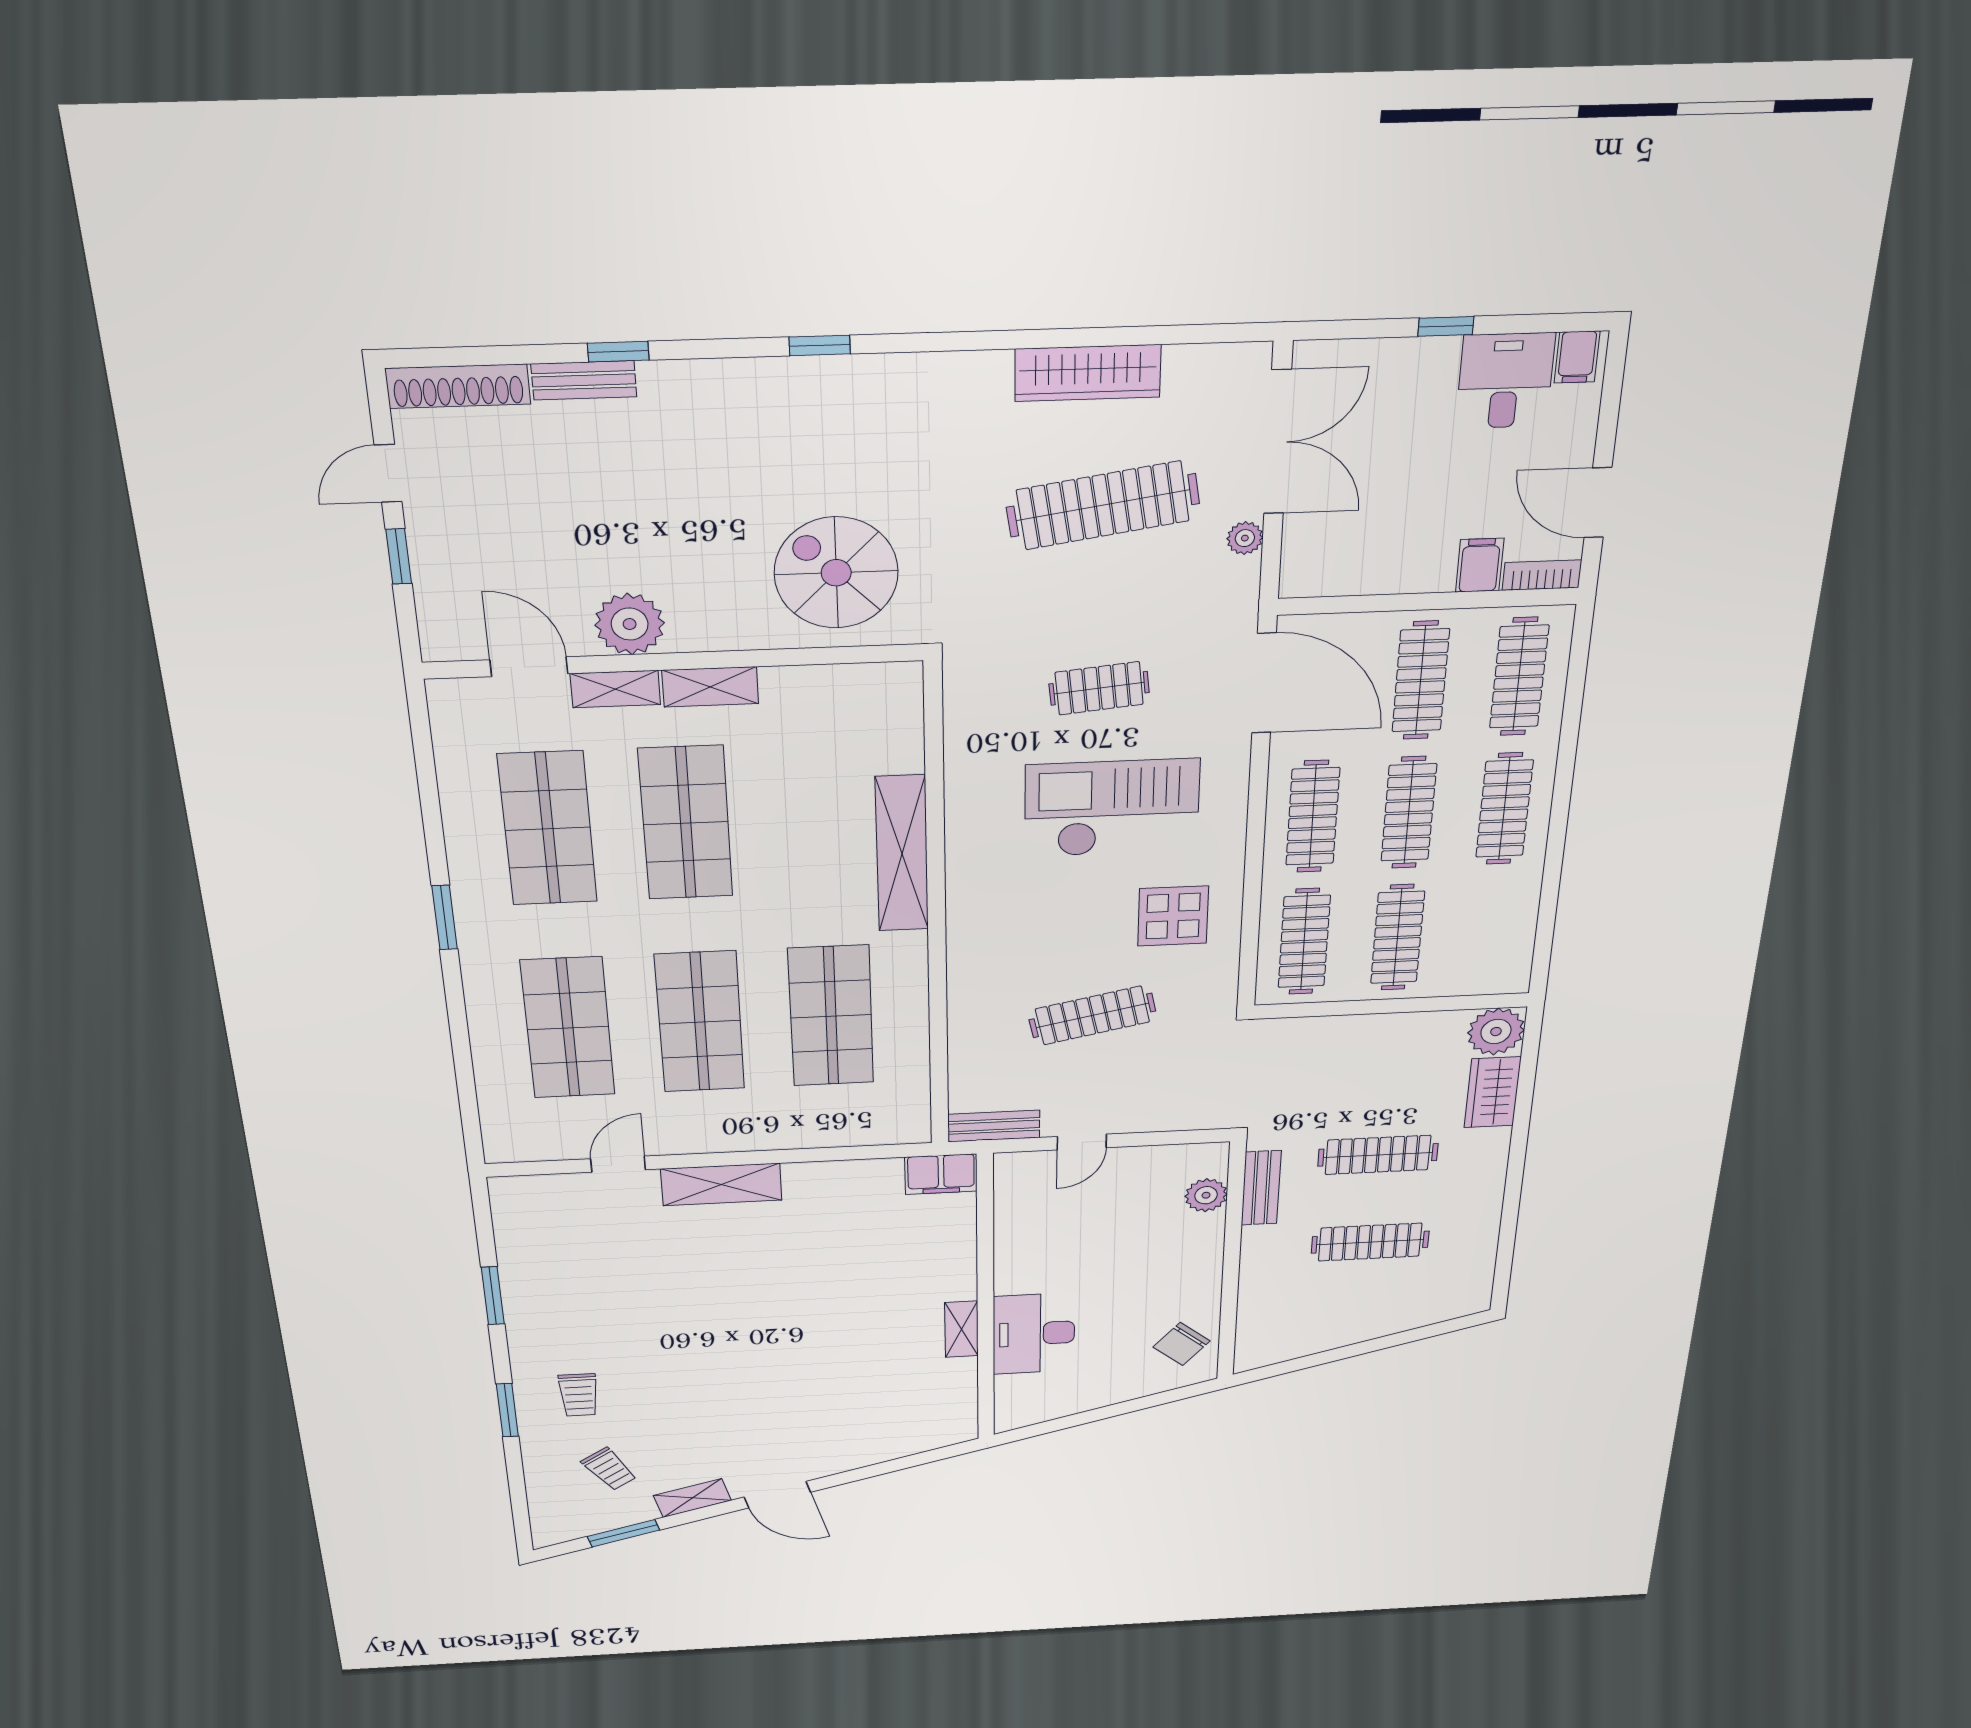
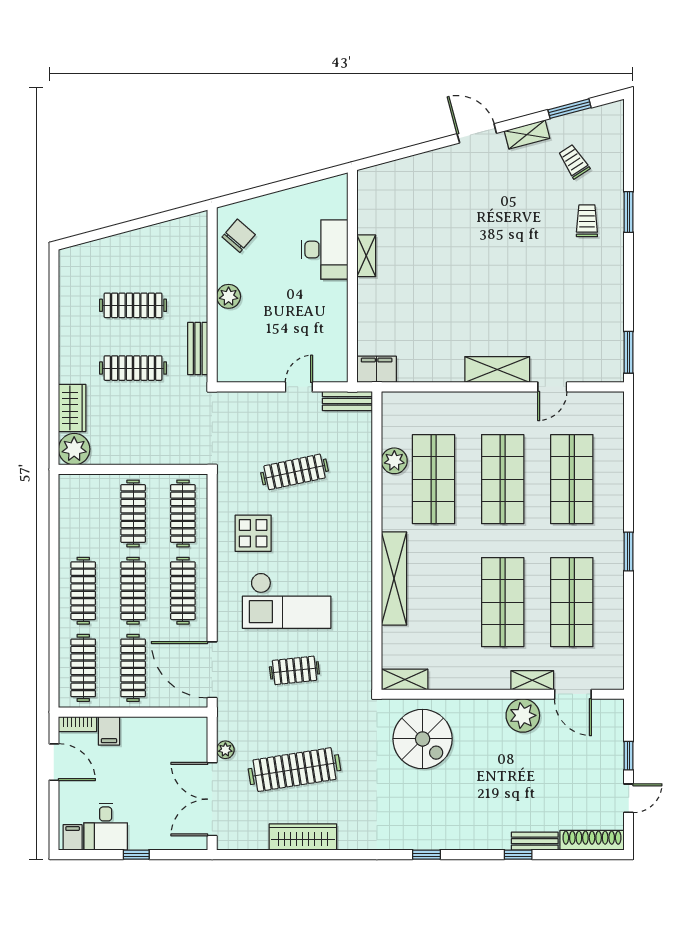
shelving: (710, 687) -> (405, 679), moved
plant: (906, 1041) -> (394, 461), added
plant: (1206, 1195) -> (229, 296), moved
window: (493, 1296) -> (629, 352), moved

